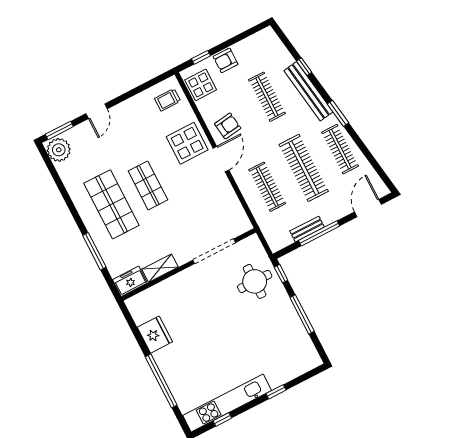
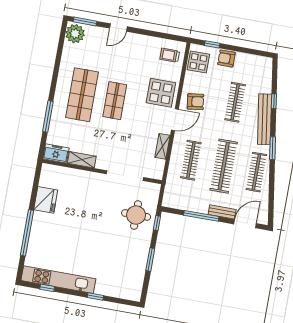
shelving: (229, 194) -> (162, 146), added
bench: (307, 229) -> (222, 212), moved
window: (302, 314) -> (150, 260), width x0.69

